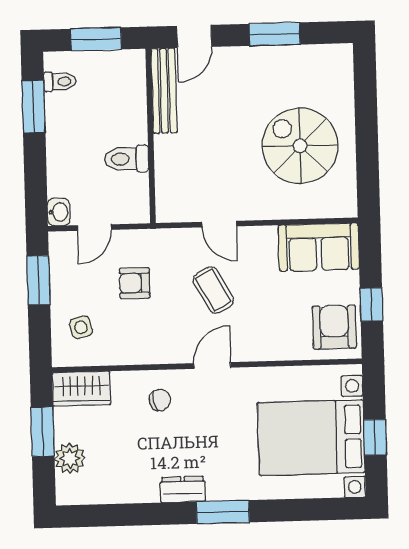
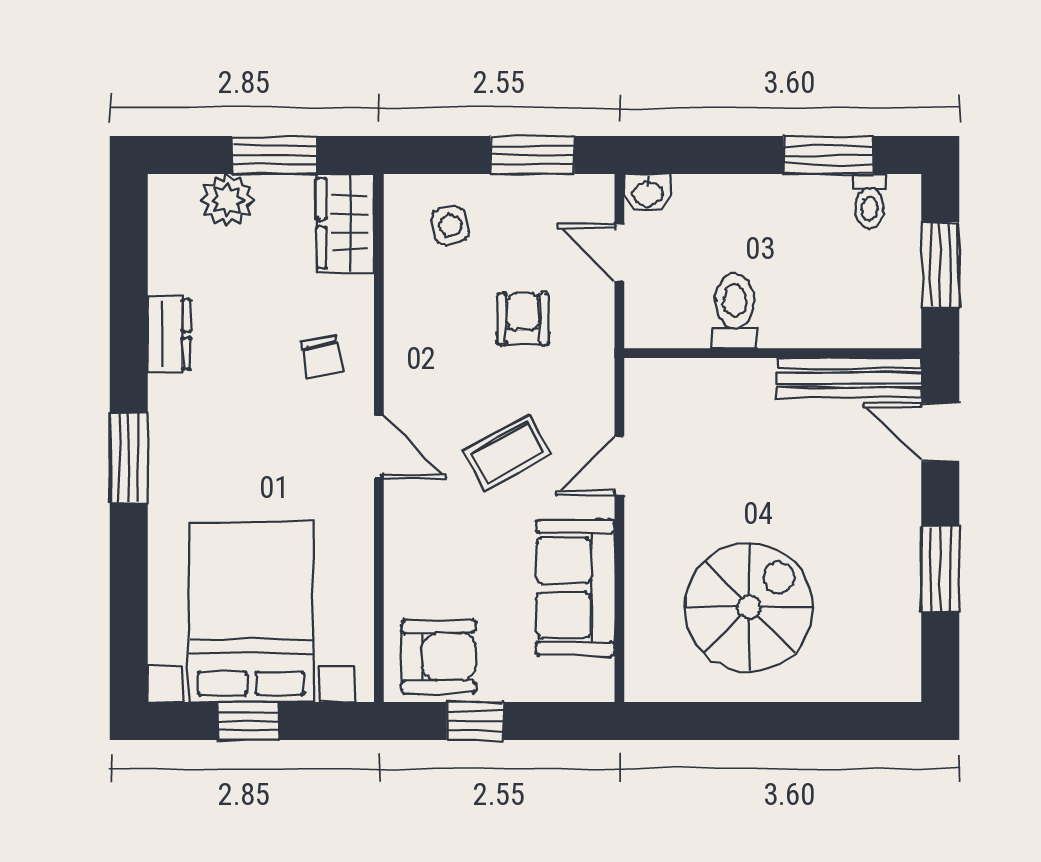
sofa: (319, 247) -> (575, 588), moved
dresser: (183, 489) -> (169, 334), moved

